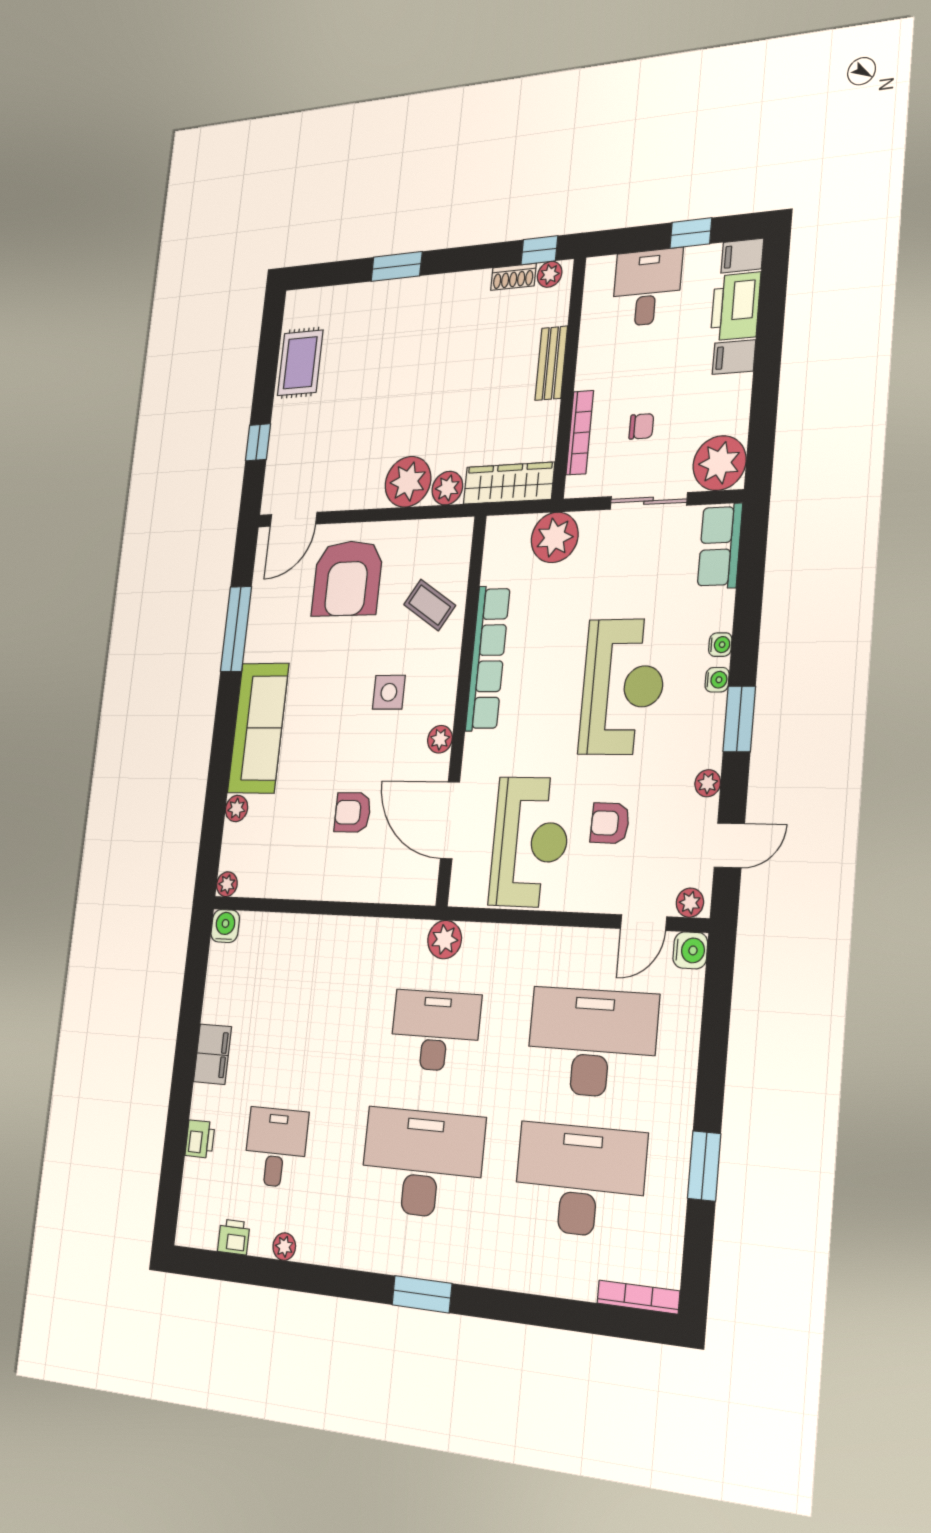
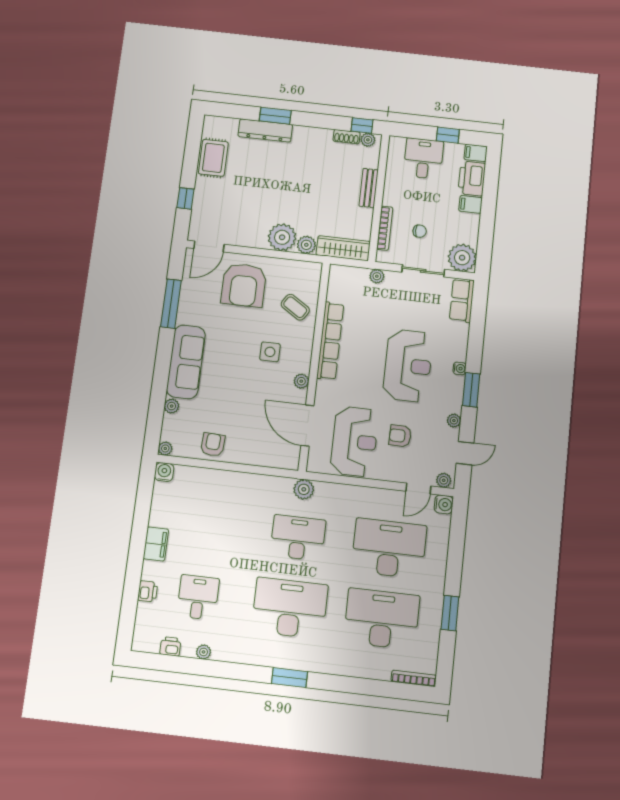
dresser: (381, 296) -> (265, 130), added
plant: (555, 537) -> (377, 276), width x0.53, depth x0.53
water cooler: (720, 645) -> (461, 351), removed
armchair: (353, 812) -> (213, 445), moved, turned 93

